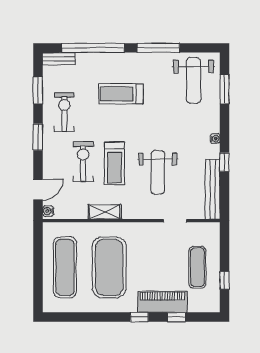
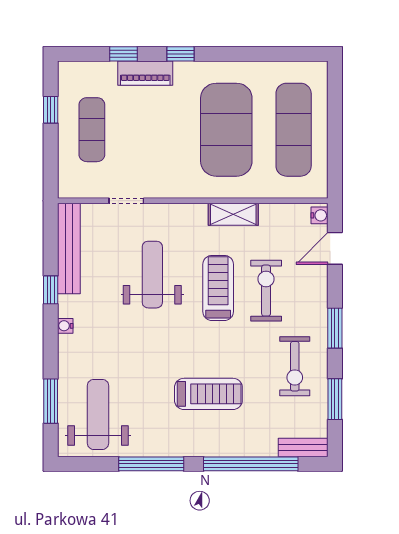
exercise bike: (83, 162) -> (266, 291), turned 180
piano: (162, 302) -> (145, 73), width x0.73, depth x0.75

